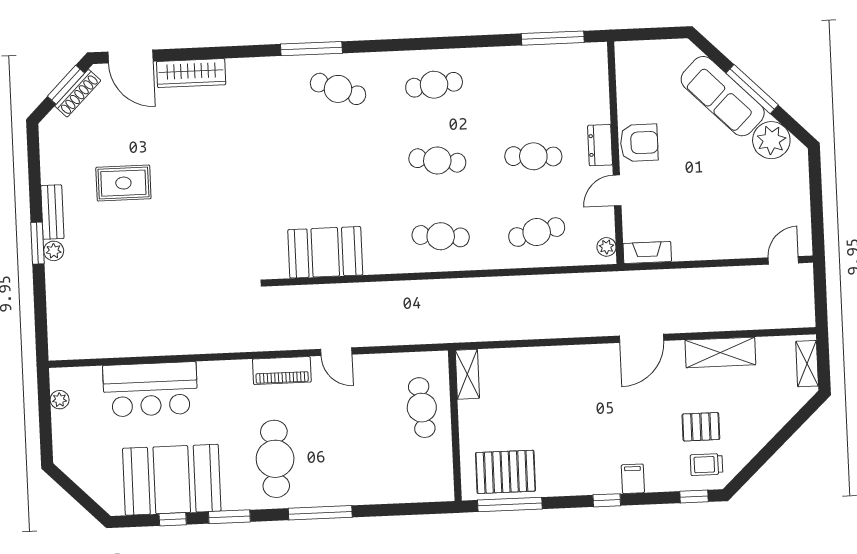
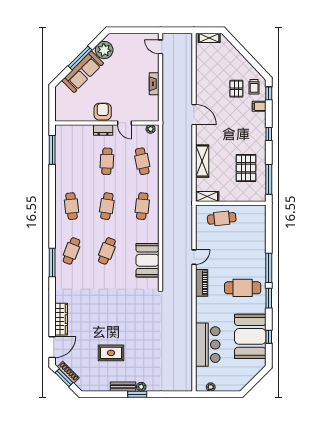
cafe table: (341, 165) -> (107, 251), added
rug: (123, 183) -> (111, 353), turned 90
fireplace: (647, 252) -> (154, 84), moved
shelving: (720, 352) -> (202, 161), moved
pallet: (505, 472) -> (246, 168), moved
filing cabinet: (633, 479) -> (259, 106), moved
window: (229, 517) -> (269, 298), moved

